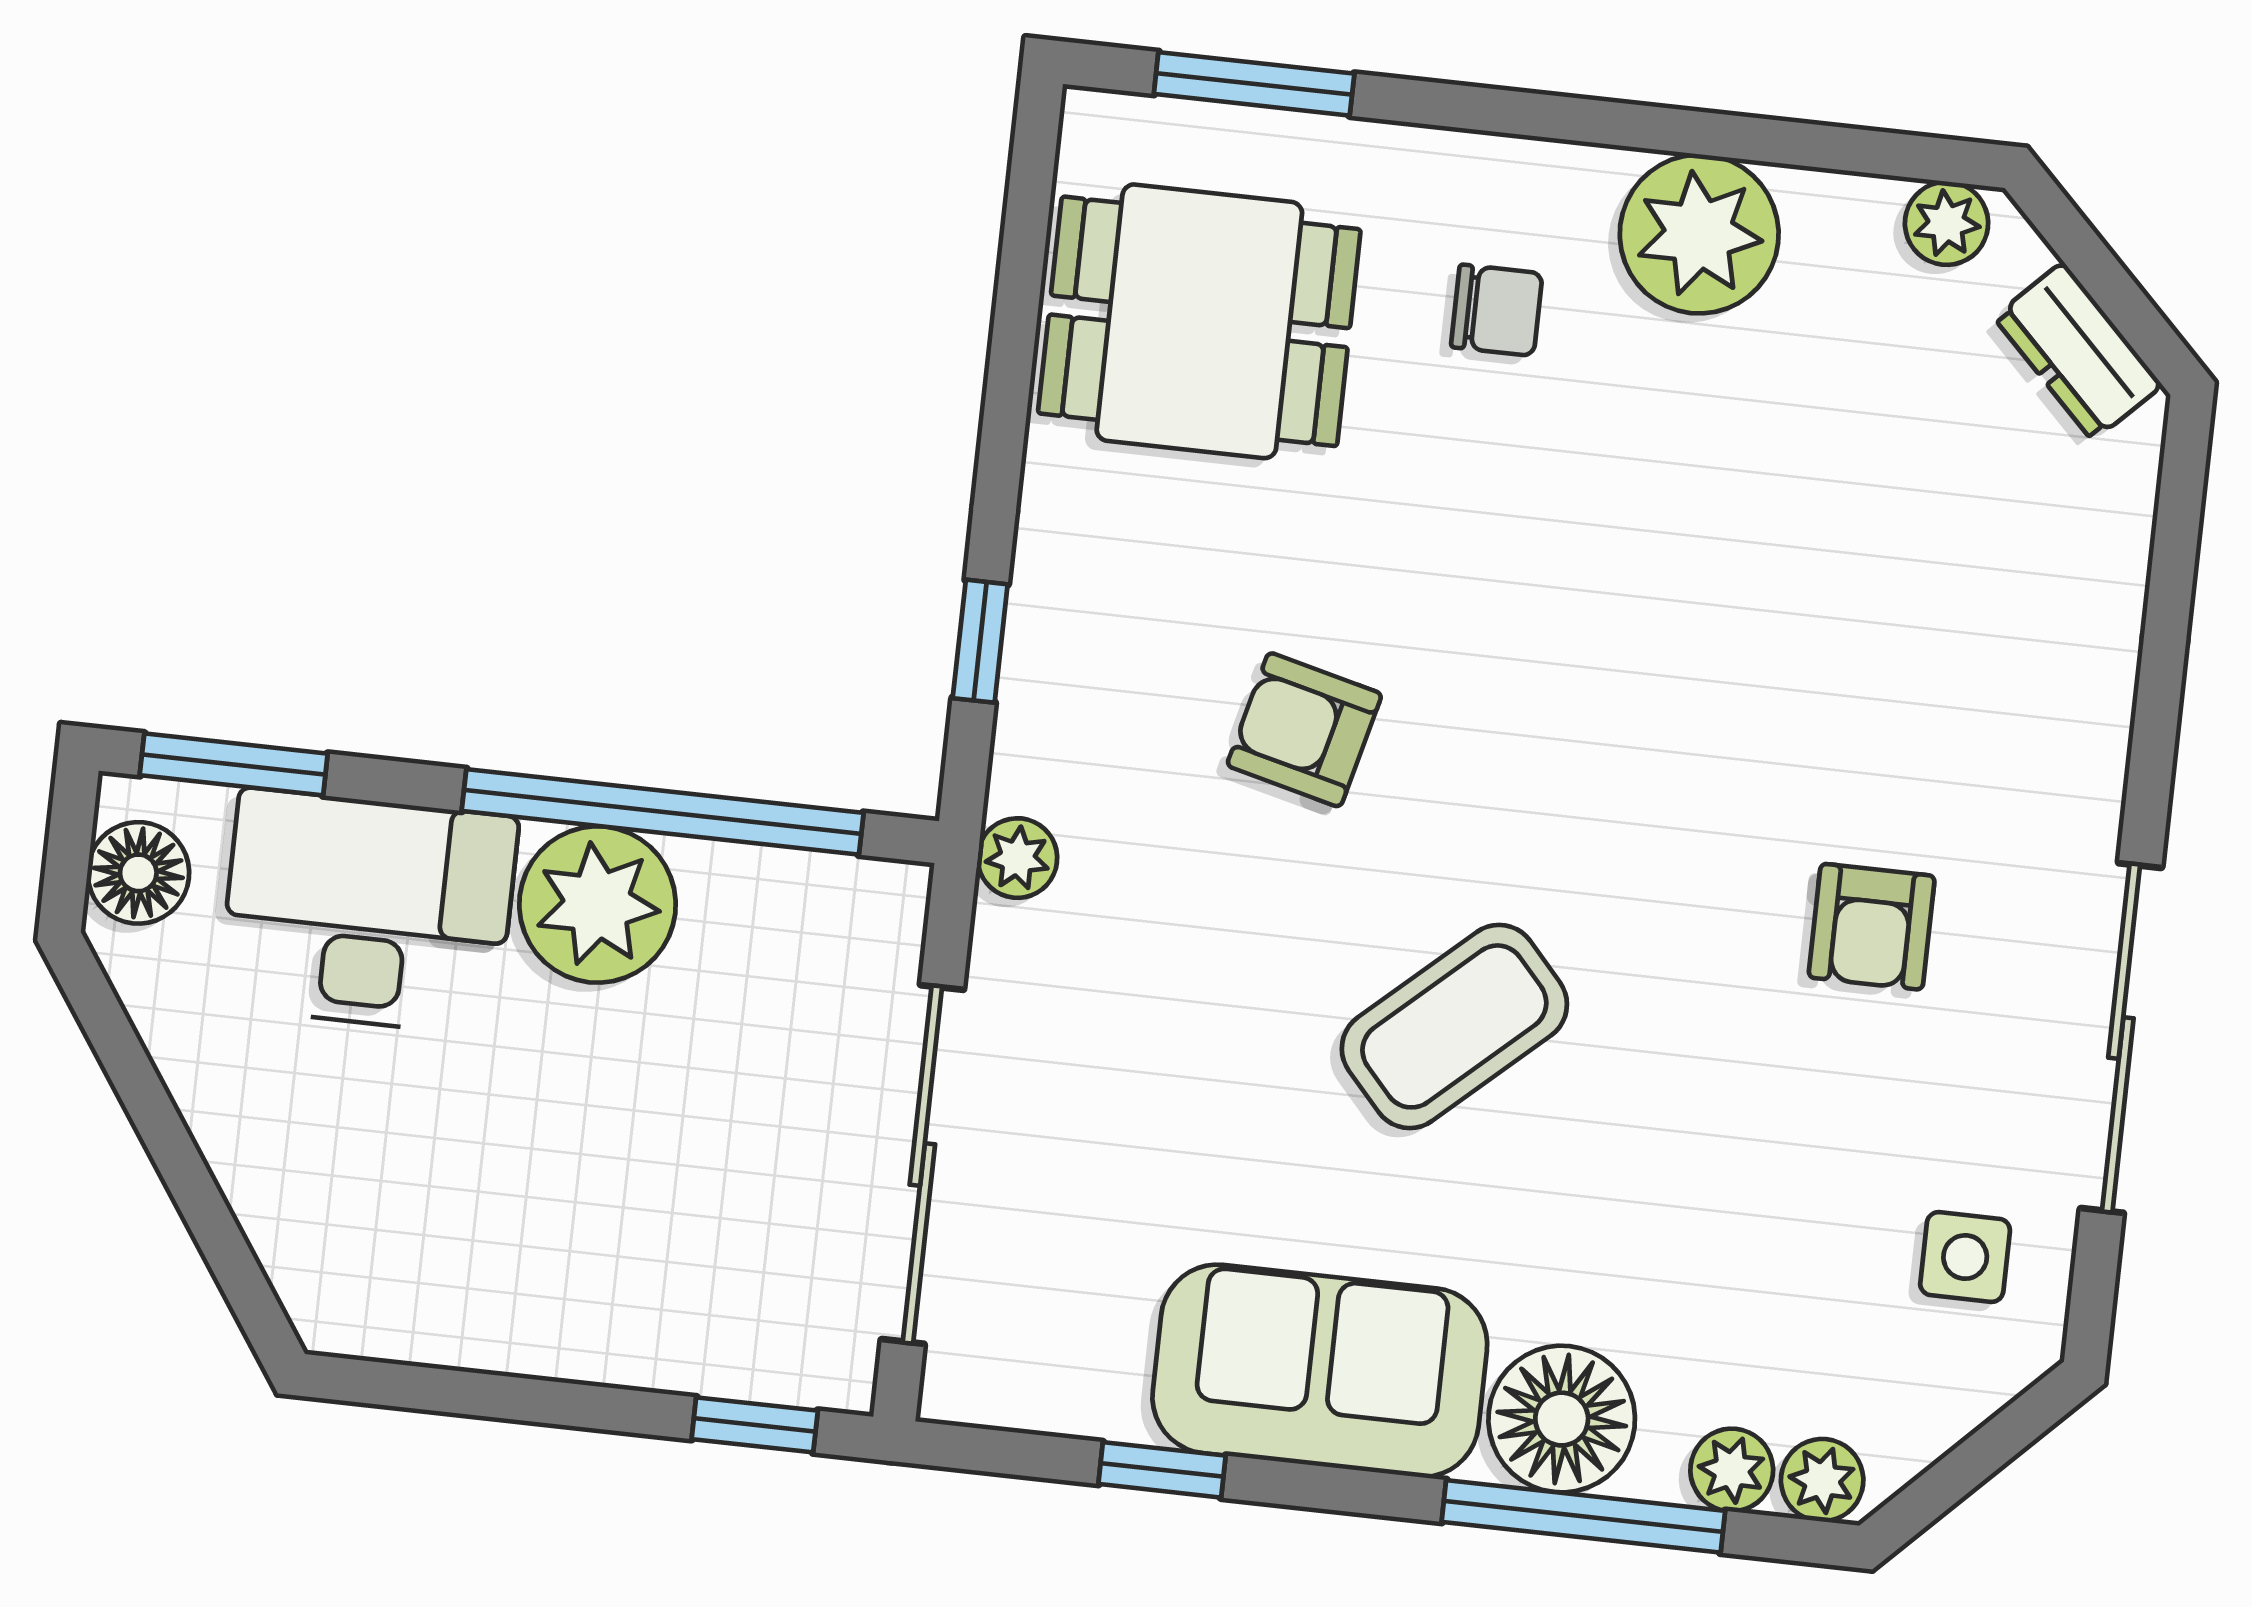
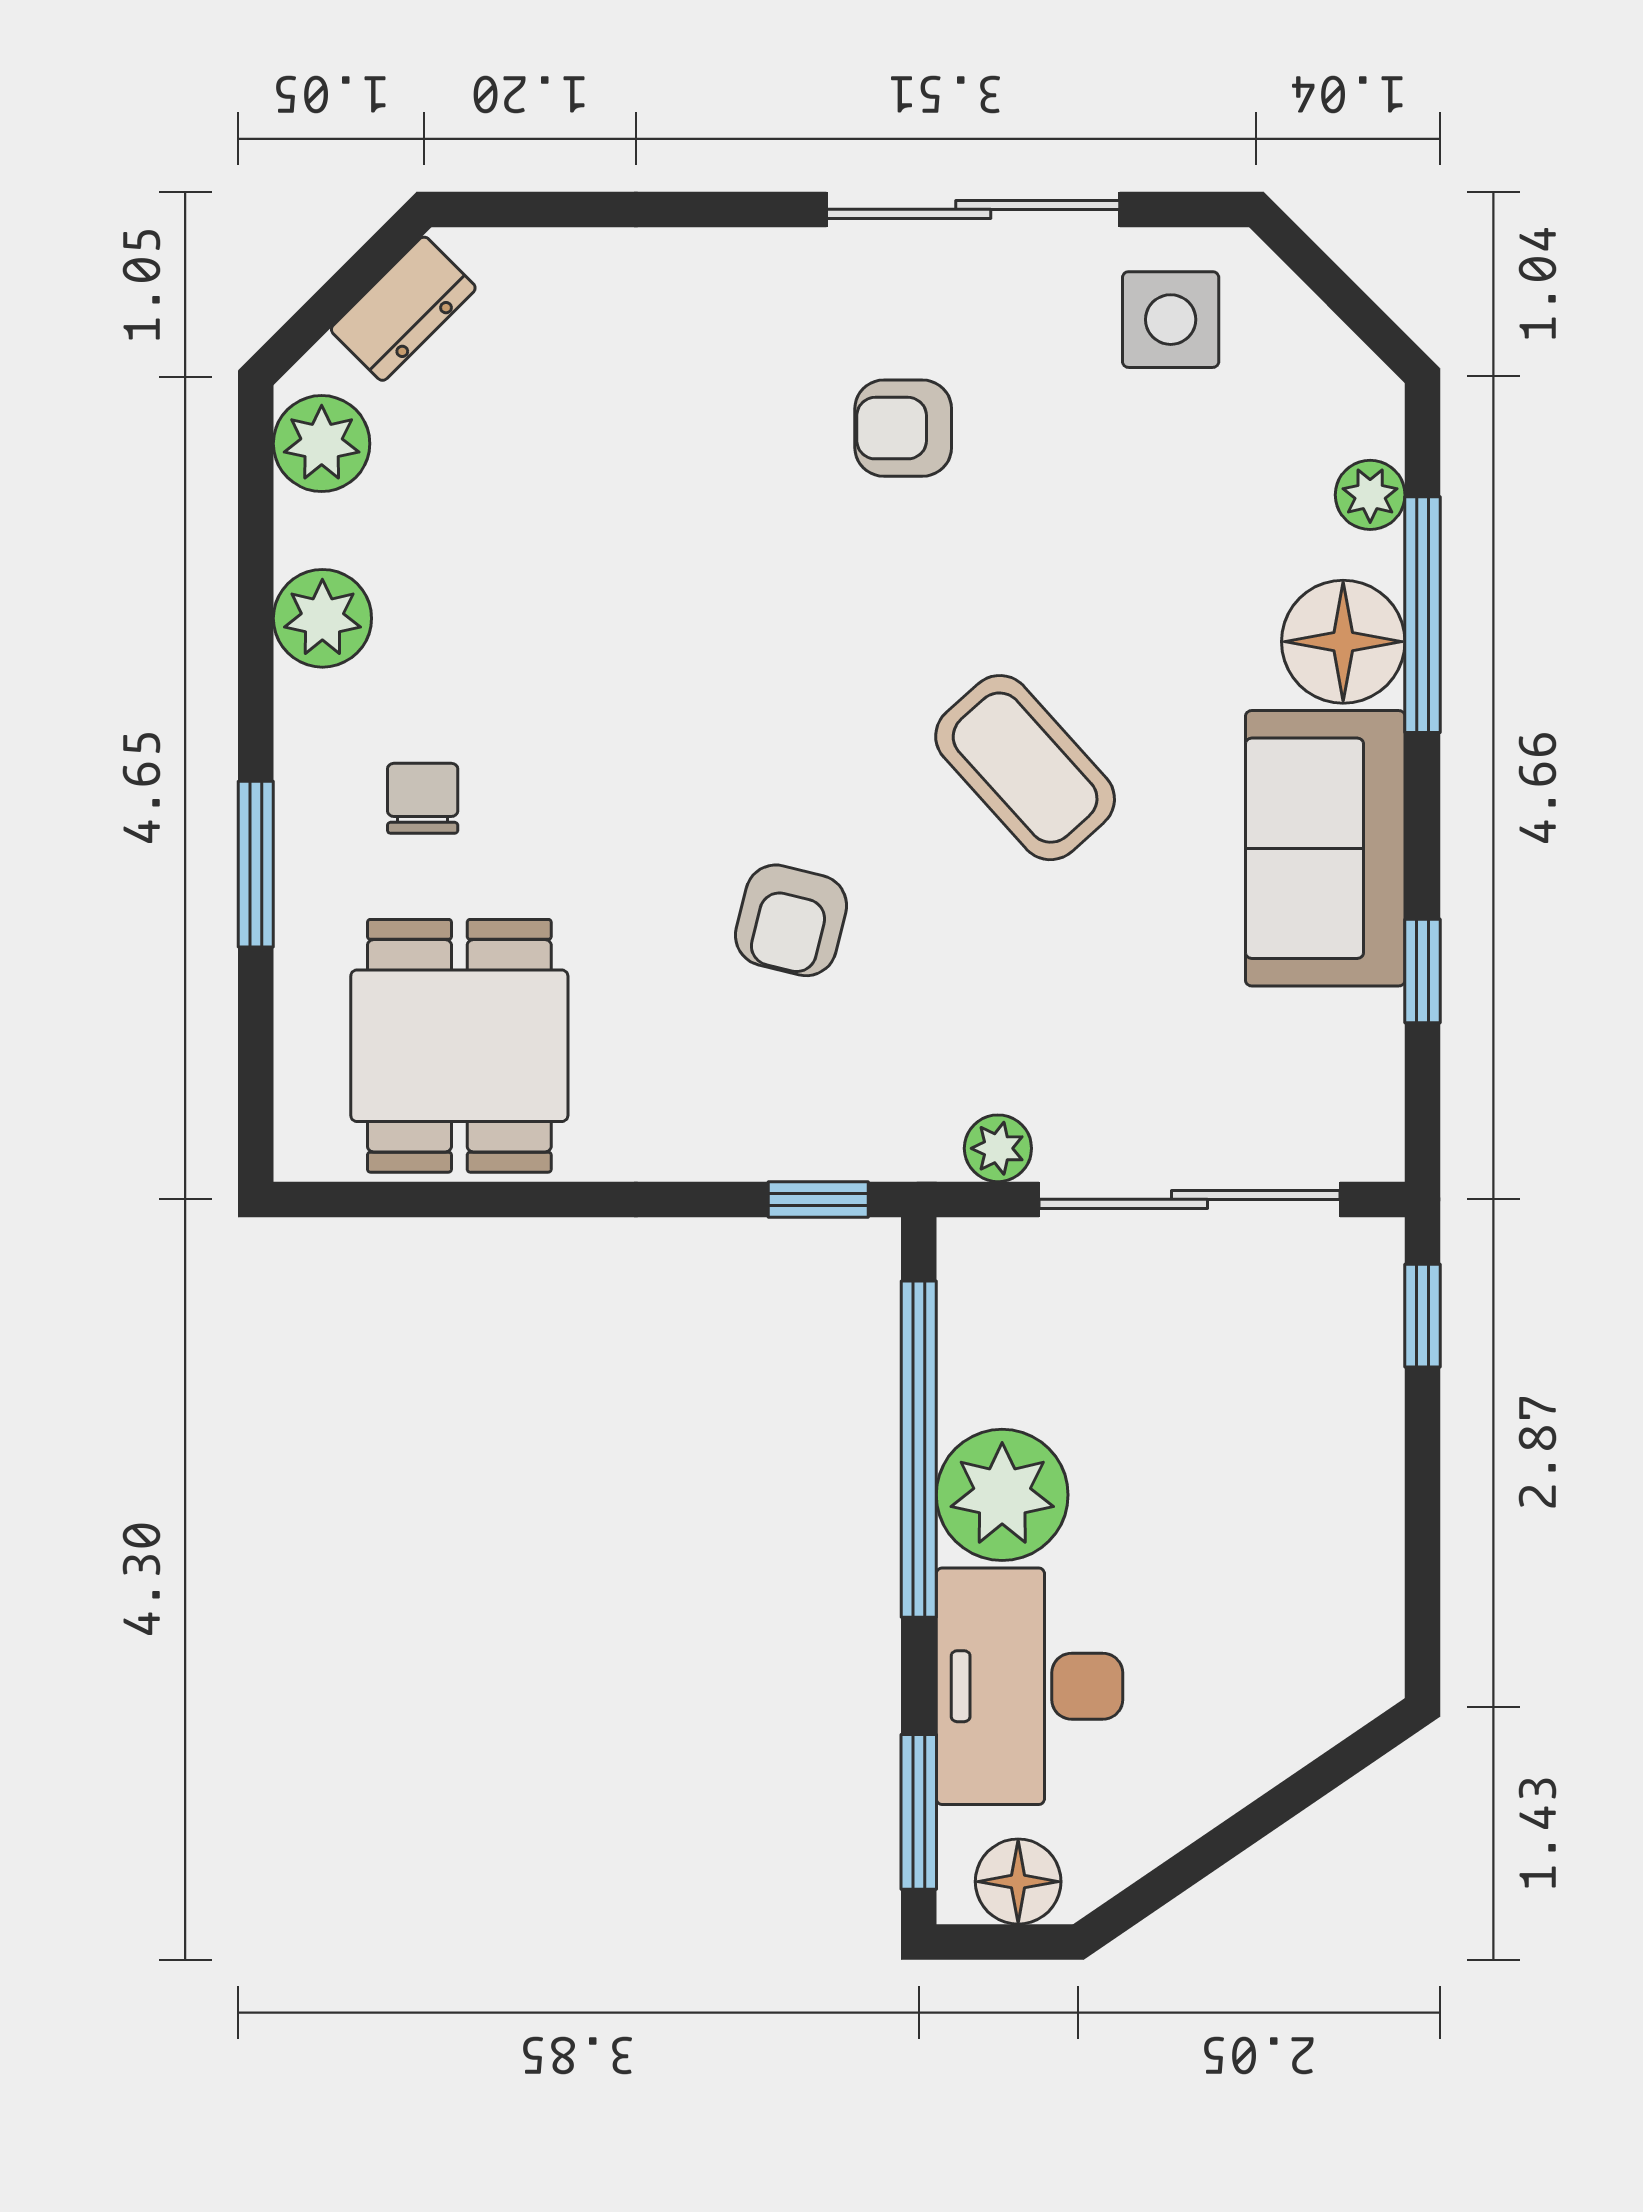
window: (1254, 84) -> (256, 864), moved
plant: (1947, 223) -> (322, 444), width x1.38, depth x1.38
plant: (1699, 234) -> (322, 618), width x0.73, depth x0.73
window: (980, 641) -> (818, 1199), moved
plant: (1017, 858) -> (998, 1148), moved
armchair: (1872, 927) -> (903, 428), turned 180
side table: (1965, 1257) -> (1171, 320), width x1.37, depth x1.37
plant: (1822, 1480) -> (1370, 418), removed

